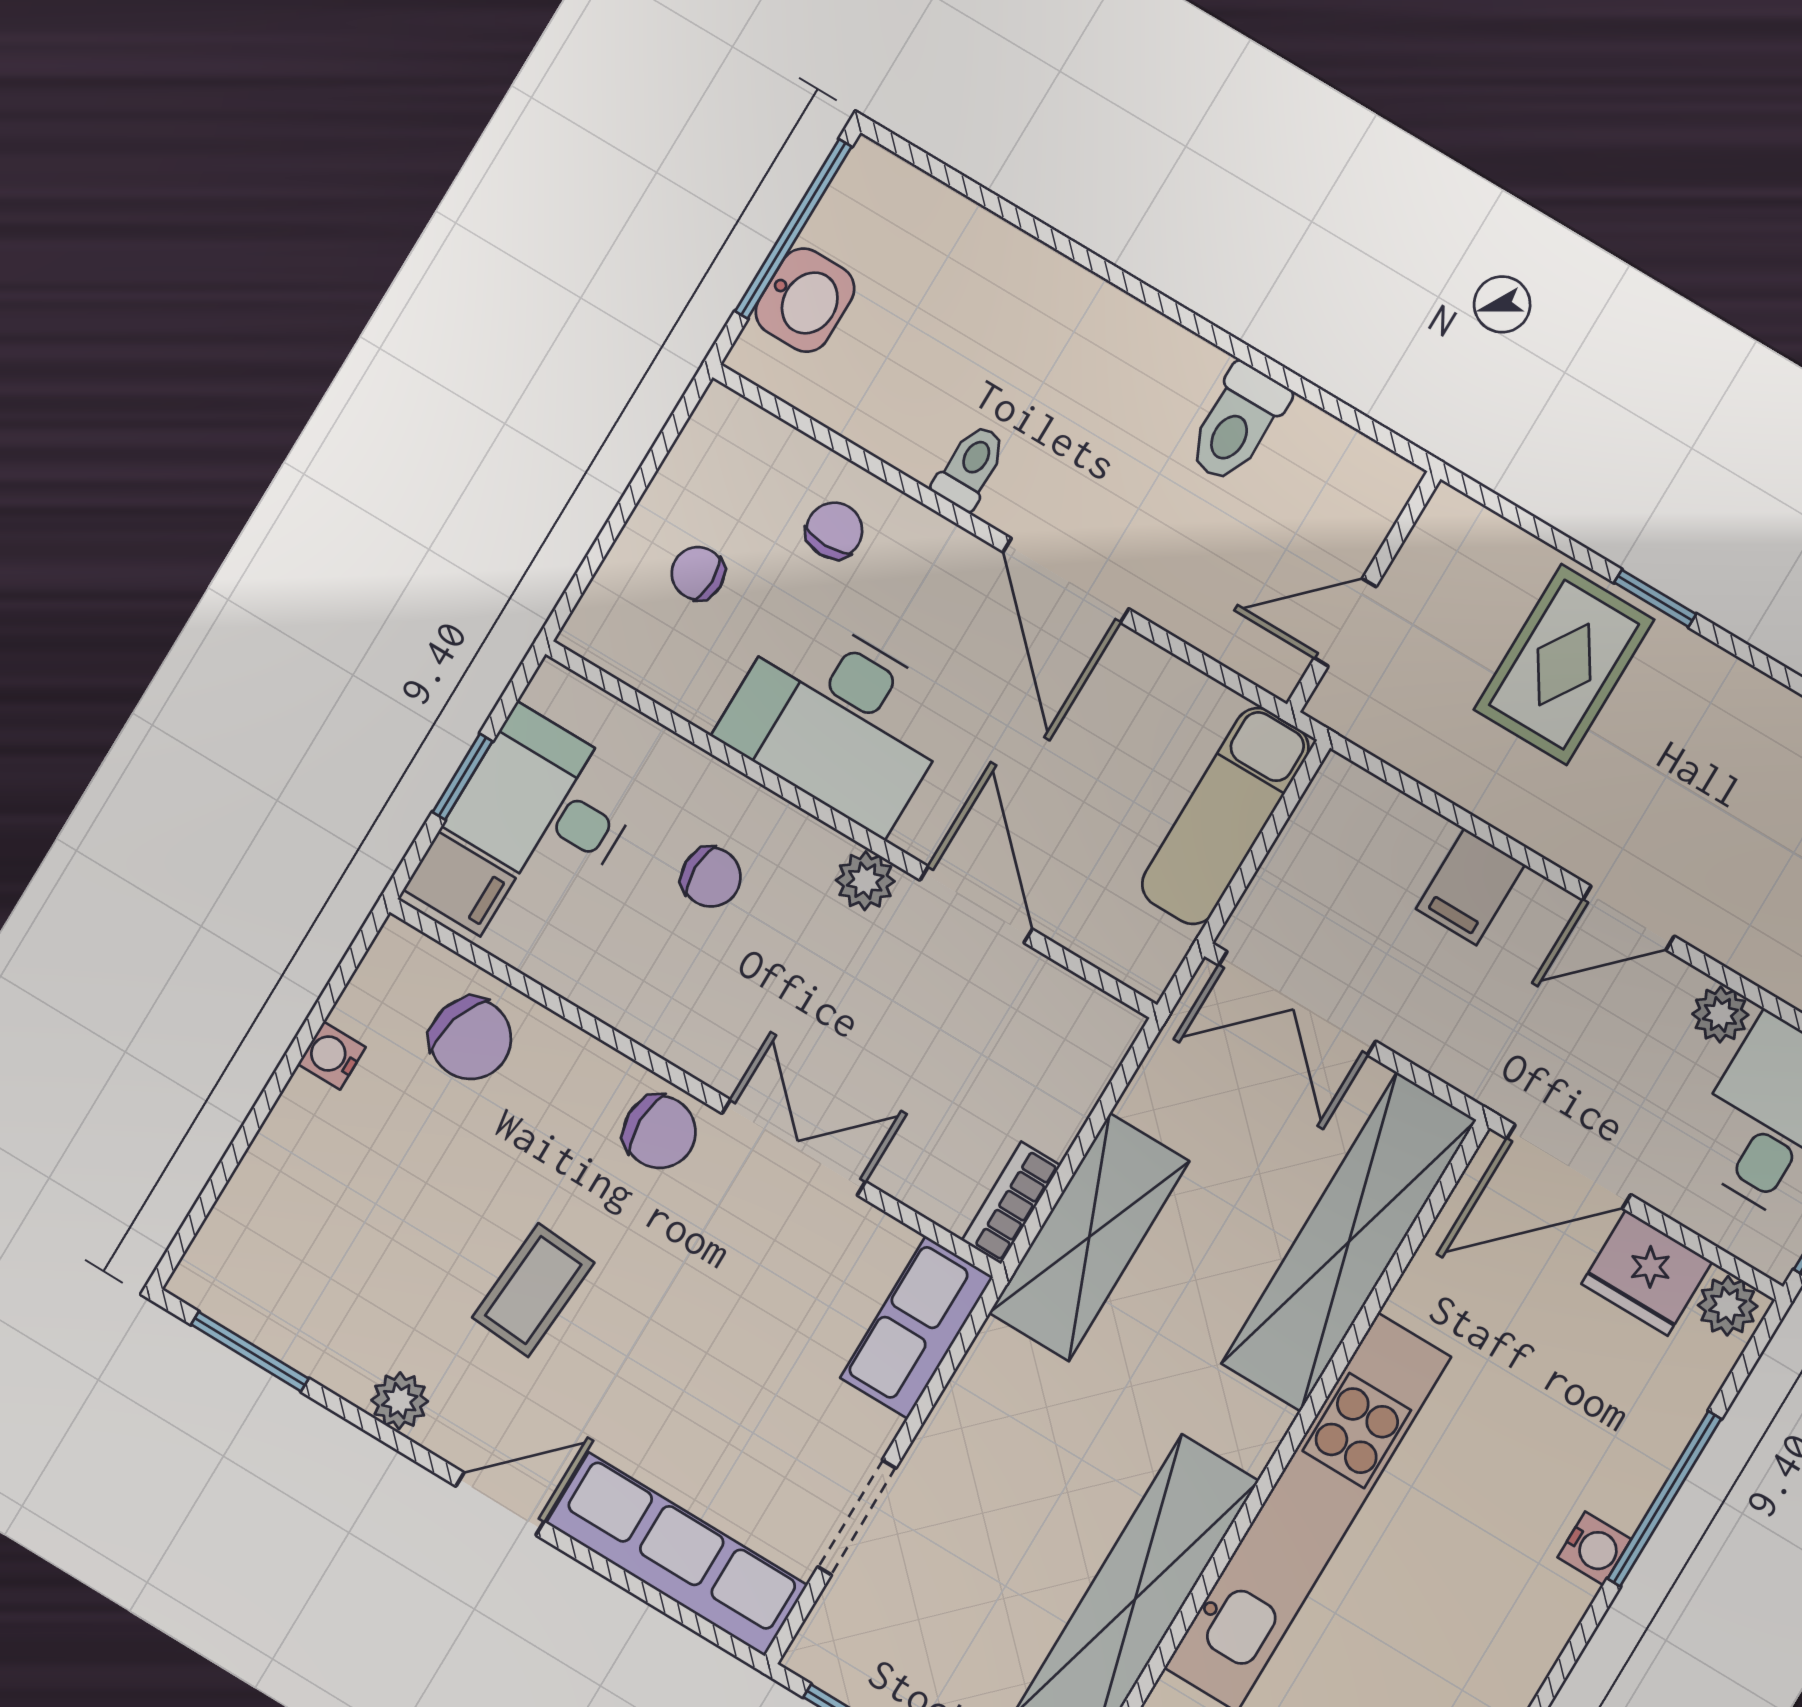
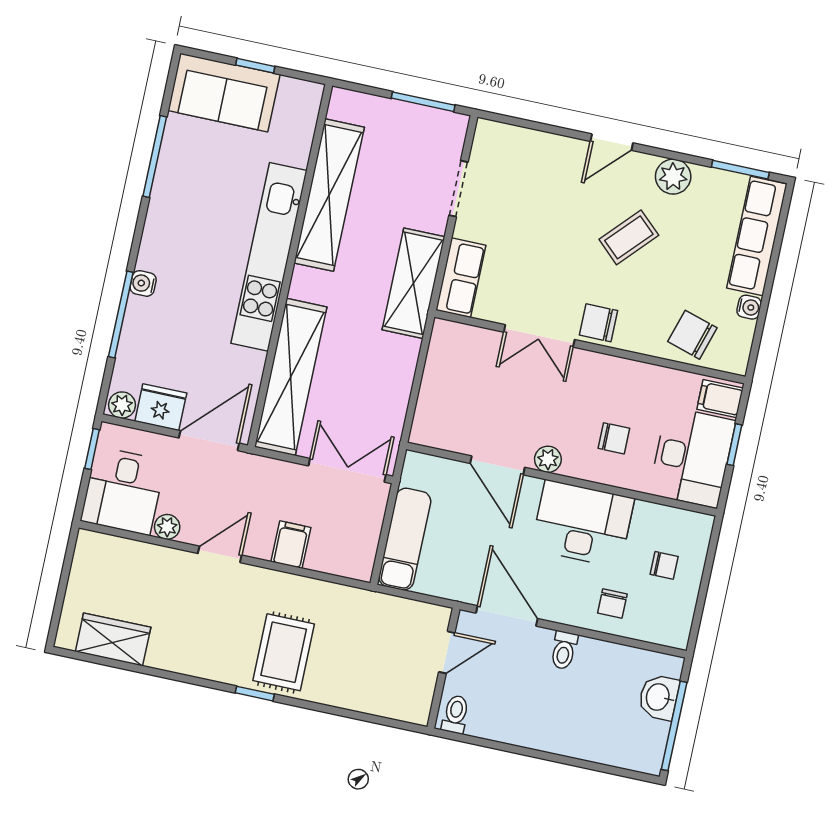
toilet: (1237, 423) -> (455, 714), width x0.73, depth x0.72
wall: (1364, 592) -> (443, 668), moved
door: (1345, 622) -> (447, 652), moved
desk: (546, 804) -> (692, 457), width x1.37
chair: (711, 877) -> (614, 438), turned 180
bookcase: (1011, 1203) -> (439, 344), removed
shelving: (1089, 1237) -> (413, 283), moved
coffee table: (533, 1290) -> (629, 237), turned 39
plant: (400, 1401) -> (673, 177), width x1.38, depth x1.38
row of seats: (677, 1554) -> (757, 236), moved, turned 90

